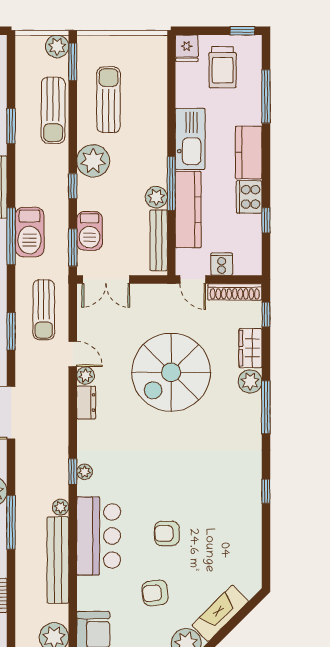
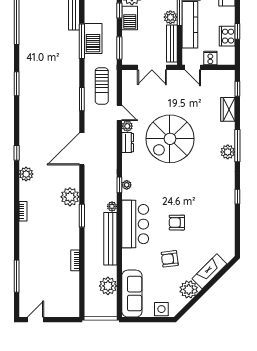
cooker: (249, 197) -> (227, 36), moved
barbecue: (90, 231) -> (130, 18), moved
double door: (106, 279) -> (152, 67), moved
shoe rack: (235, 292) -> (218, 75), removed
spiral stairs: (171, 372) -> (170, 139), moved
plant: (250, 381) -> (228, 152), moved
window: (11, 522) -> (82, 216), width x0.69

